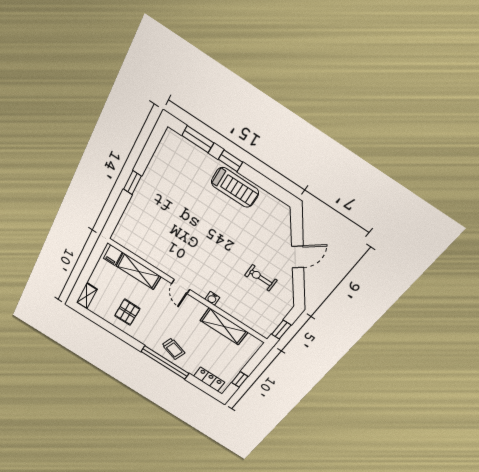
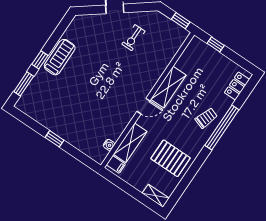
water cooler: (212, 298) -> (109, 145), moved
pallet: (127, 312) -> (171, 158), width x1.50, depth x1.42
shelving: (224, 326) -> (168, 87), moved
window: (240, 379) -> (216, 44), moved

